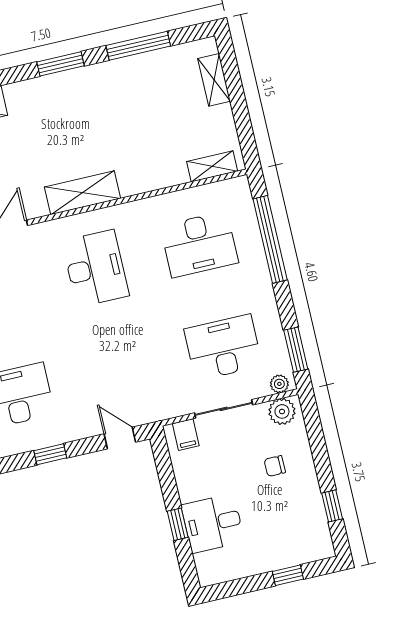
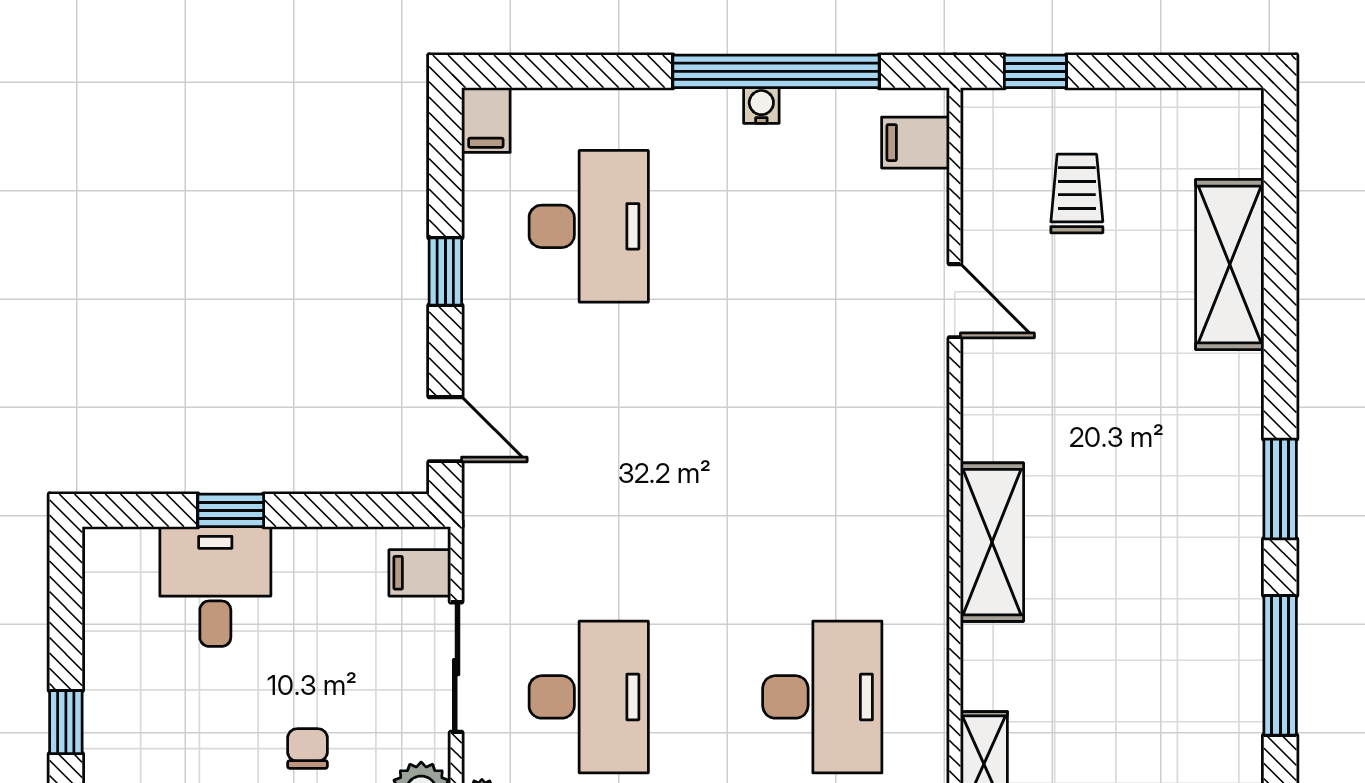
shelving: (82, 193) -> (992, 542), moved
desk: (199, 244) -> (822, 697), turned 180
desk: (95, 268) -> (822, 462), removed
door: (120, 438) -> (445, 429), hinge flipped

